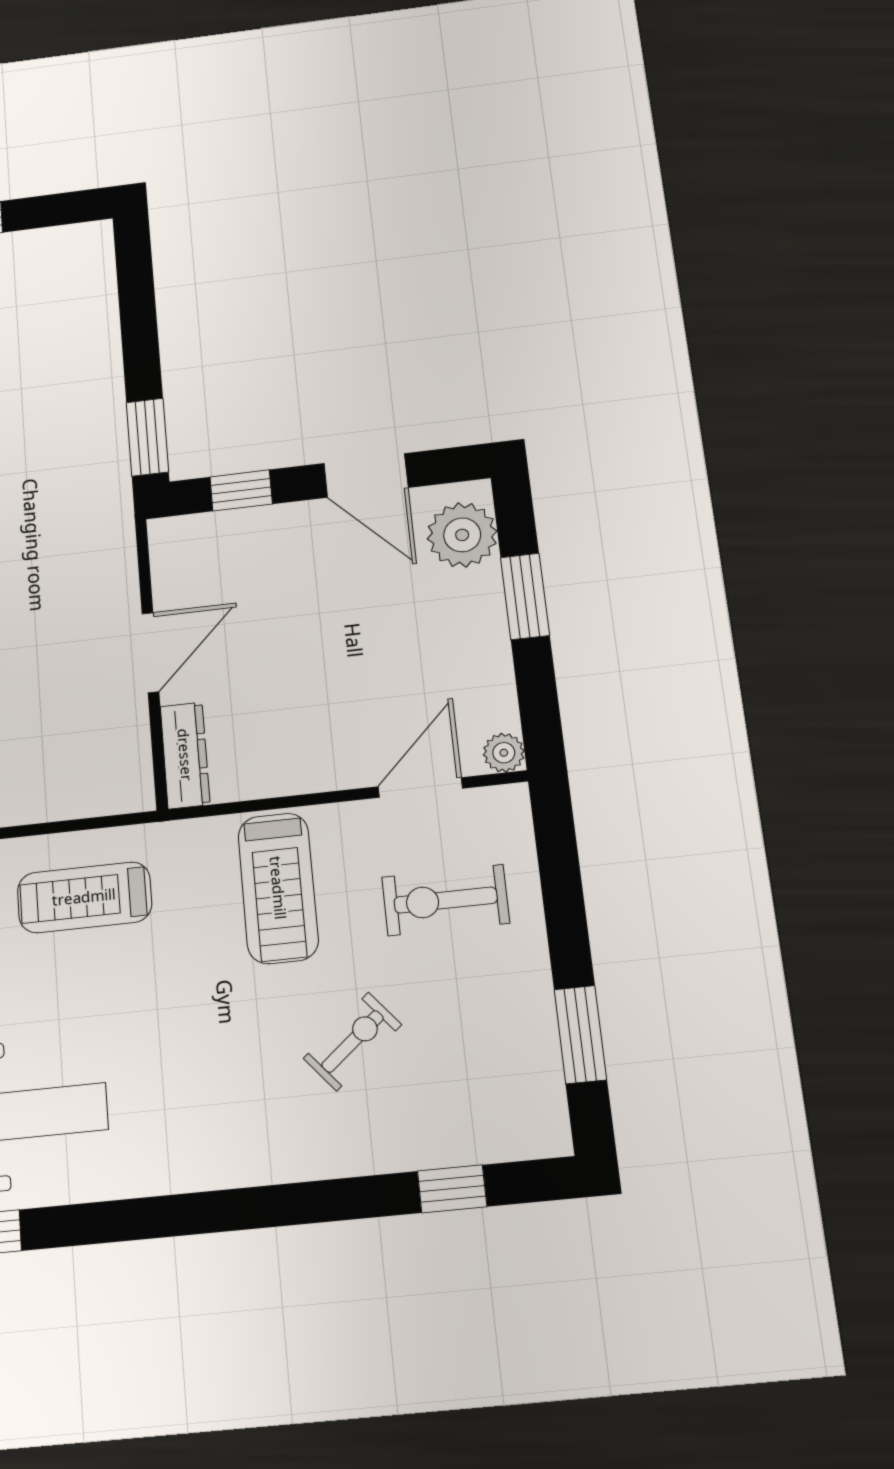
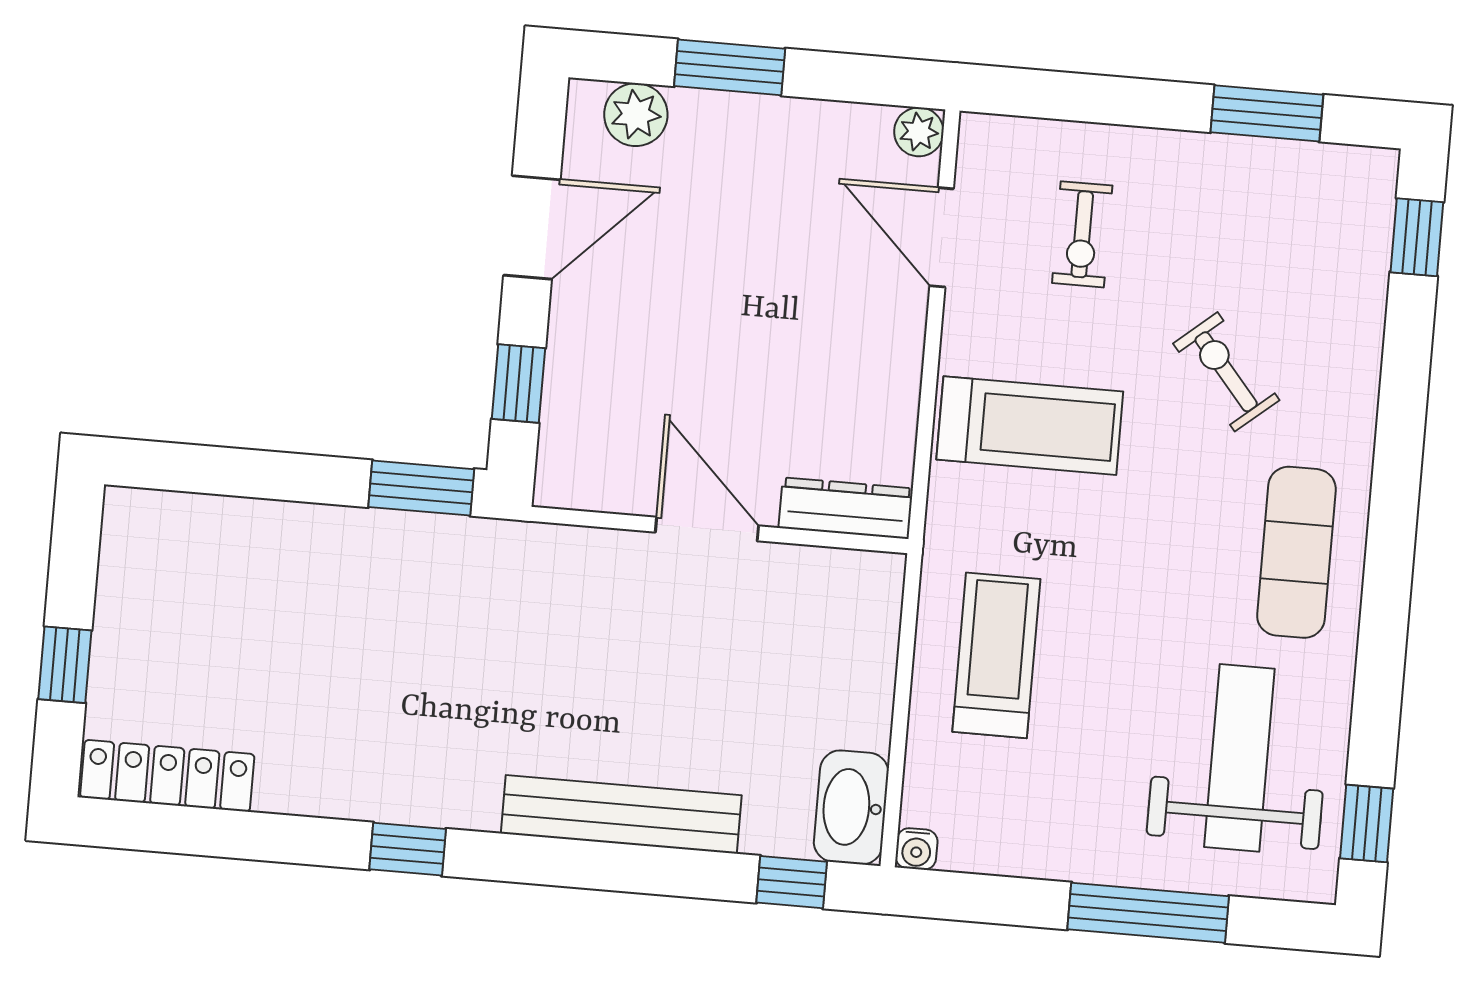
plant: (462, 535) -> (636, 115), width x0.73, depth x0.73
treadmill: (84, 897) -> (996, 655), turned 180
exercise bike: (446, 900) -> (1082, 234), width x0.73, depth x0.72
exercise mat: (210, 1130) -> (1296, 552), added
window: (452, 1189) -> (1417, 237), moved

